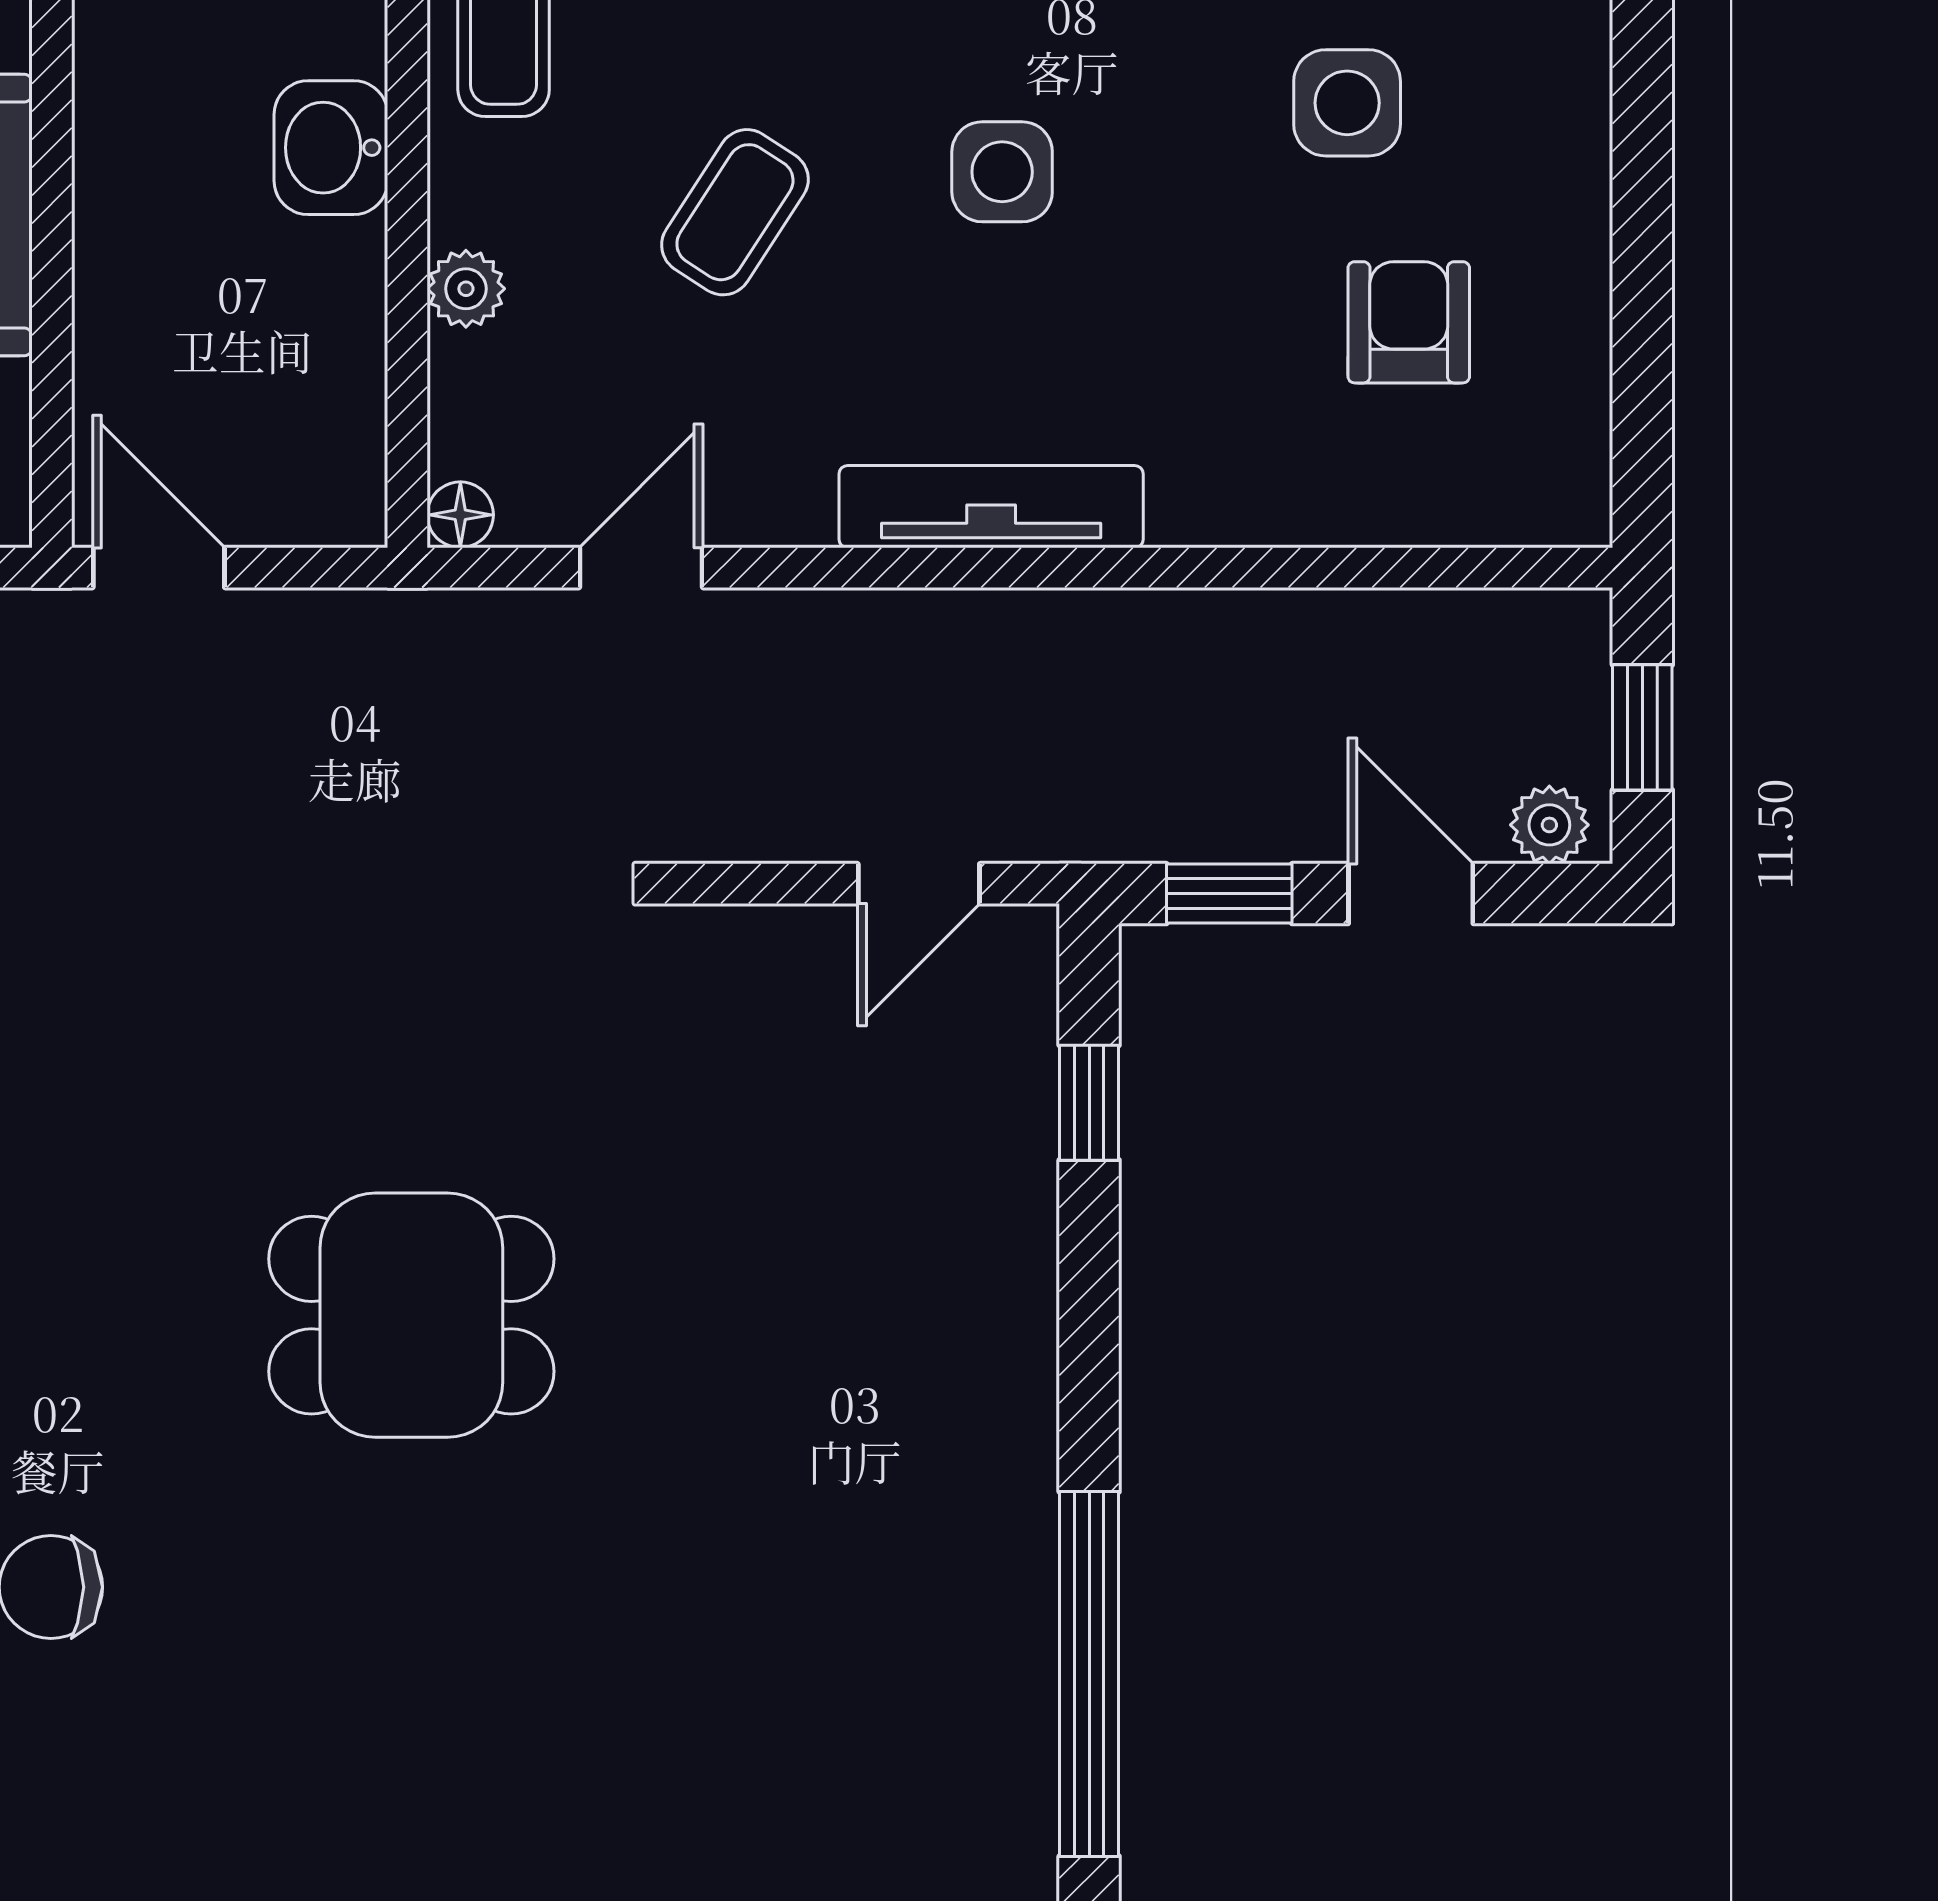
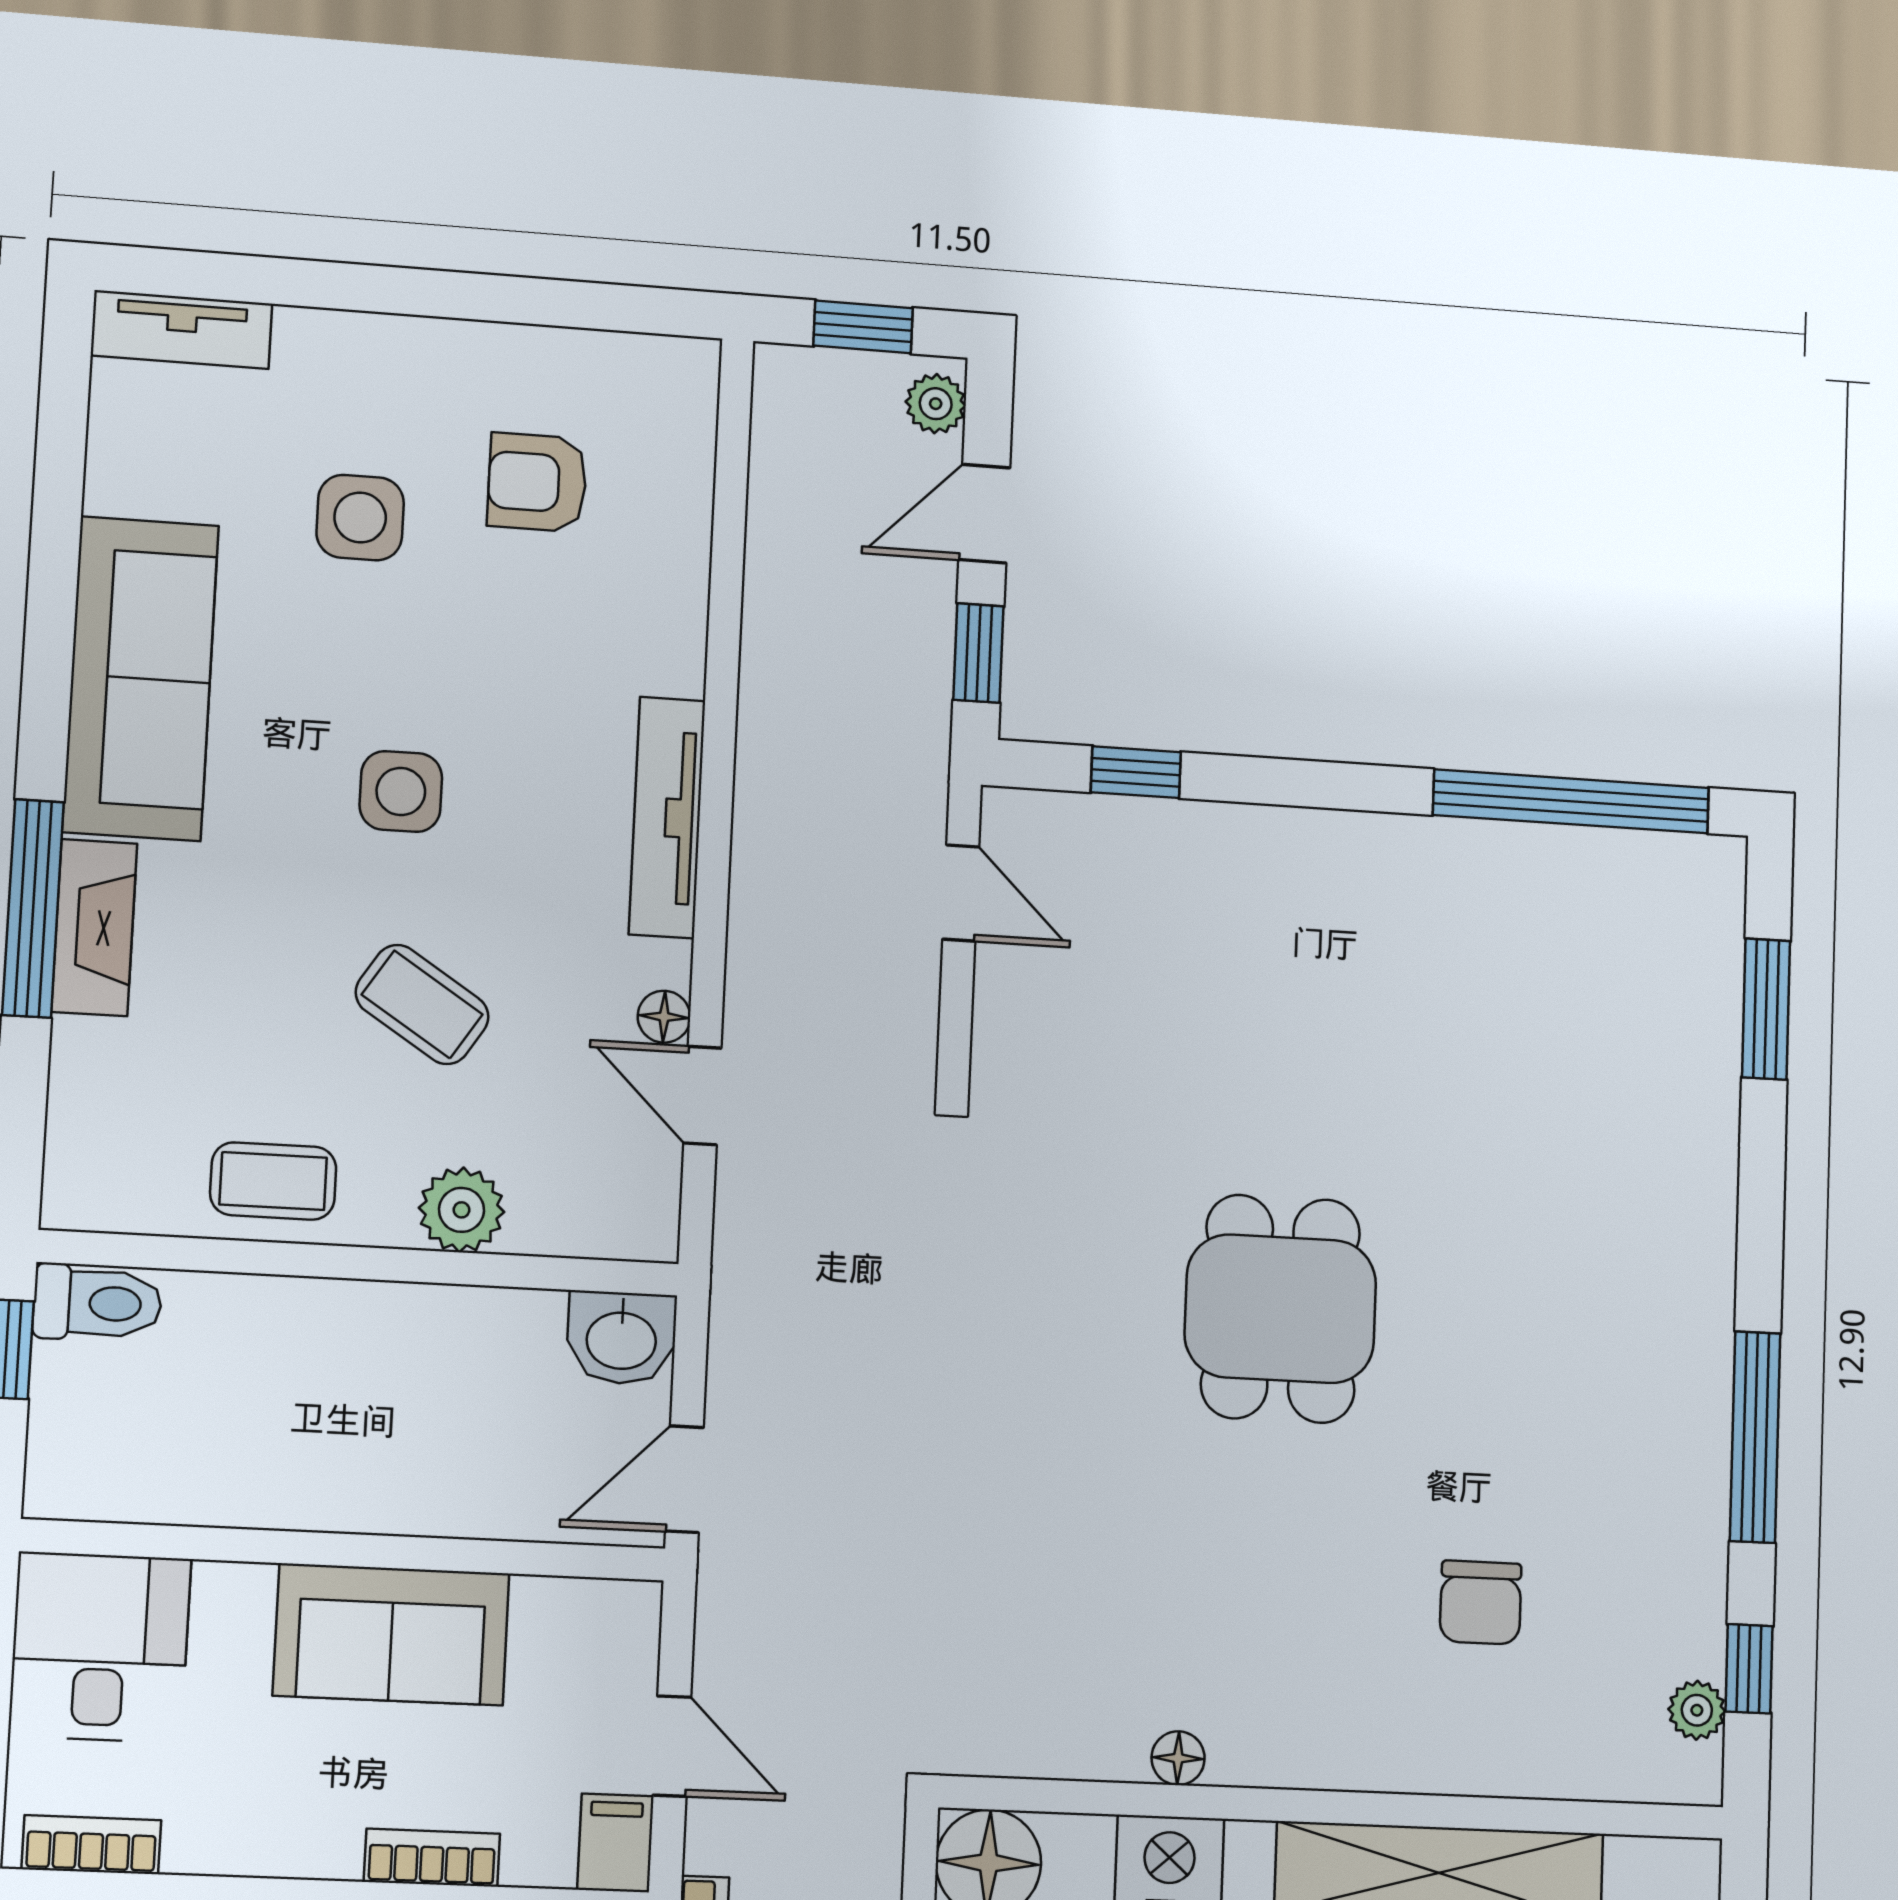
washbasin: (331, 148) -> (621, 1338), moved
plant: (466, 289) -> (461, 1210), width x1.38, depth x1.38
floor lamp: (460, 515) -> (664, 1017), moved

